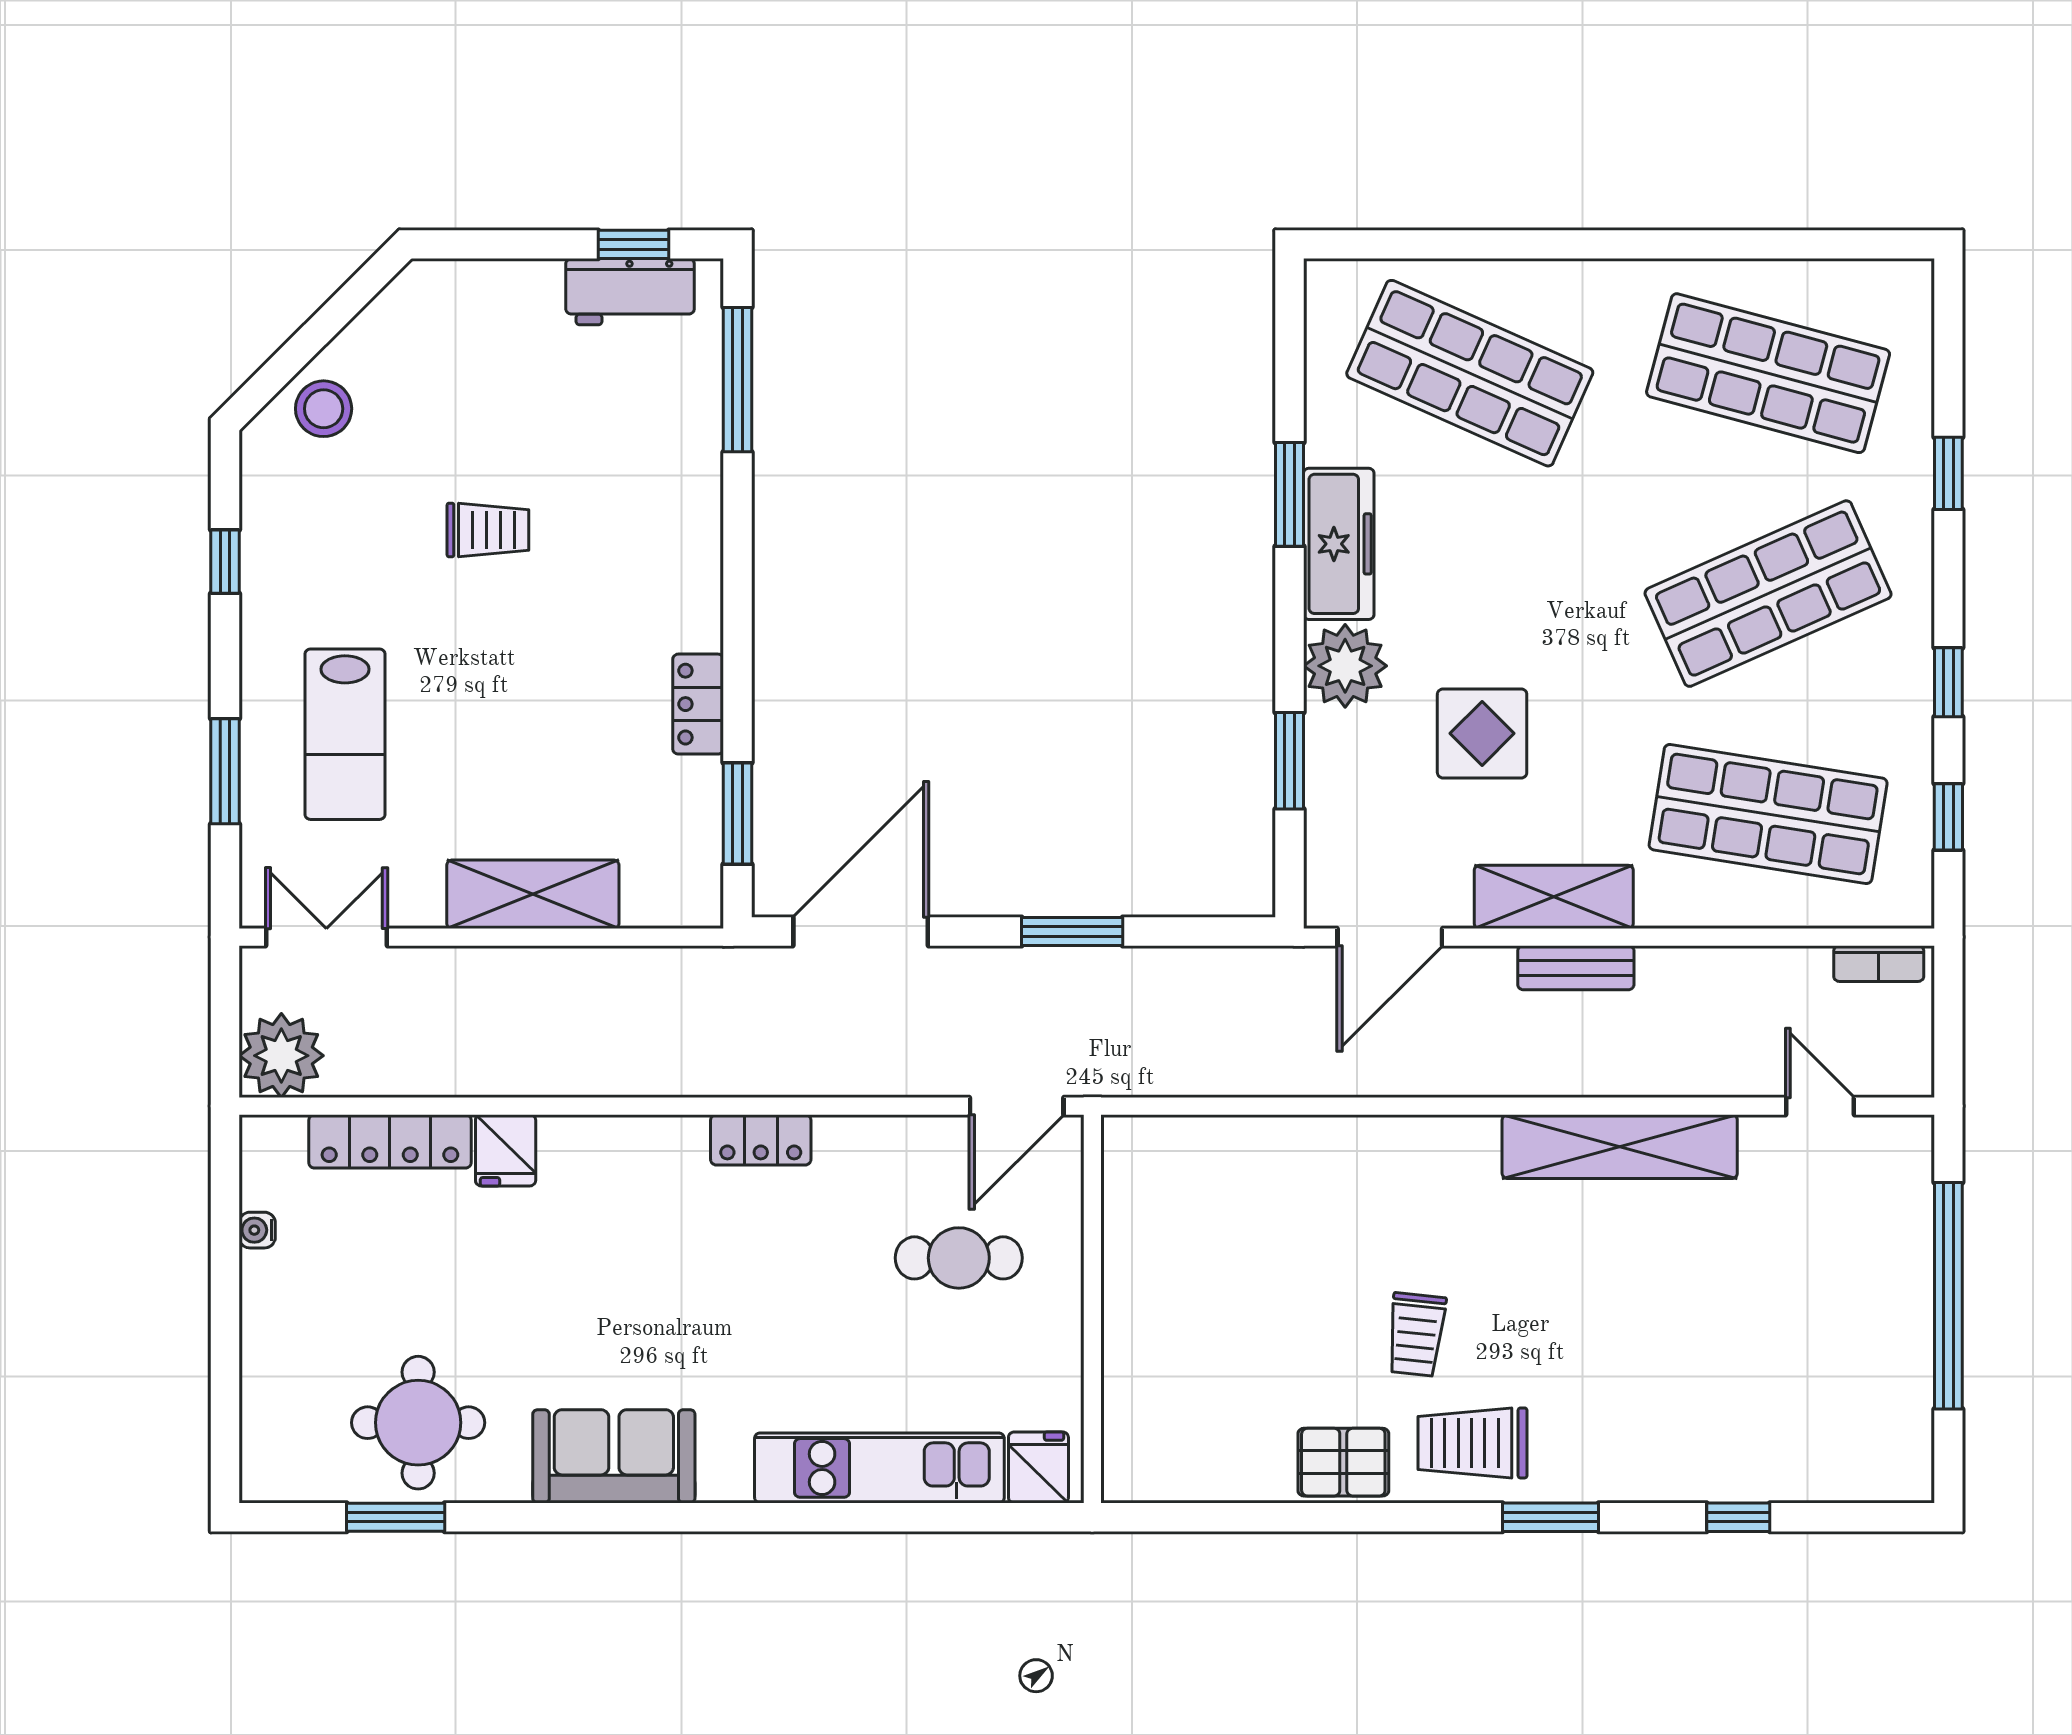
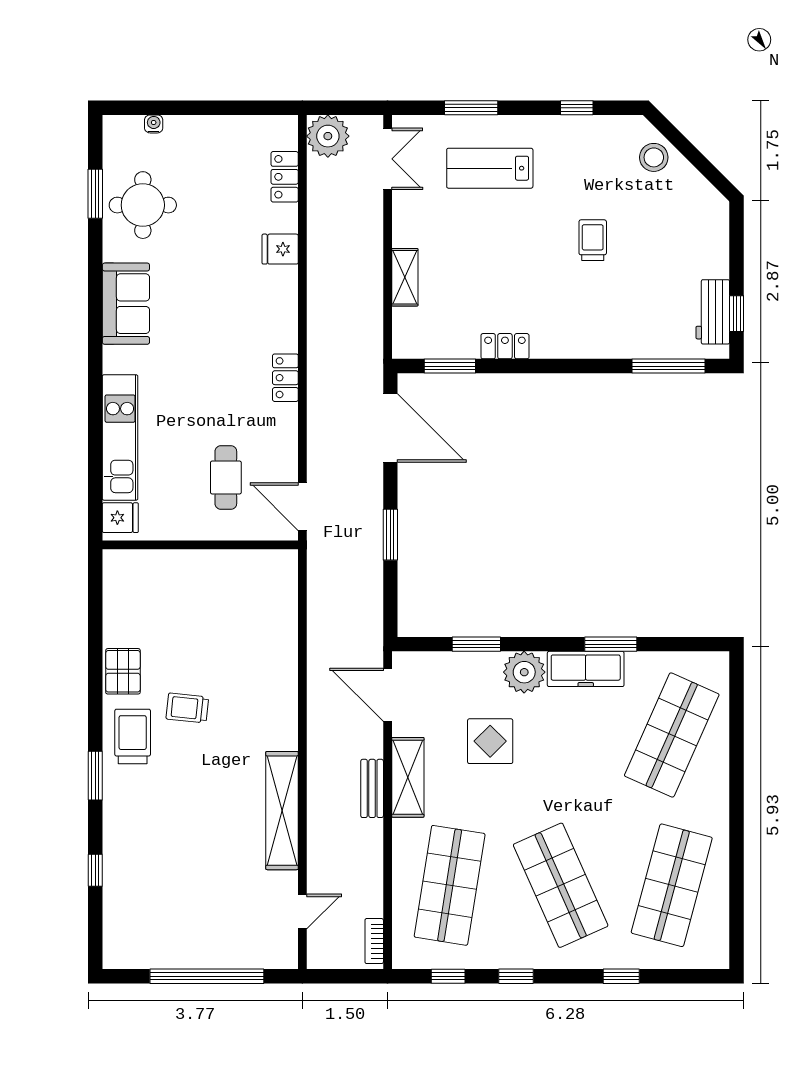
trolley: (488, 530) -> (593, 240), turned 180
shelving: (533, 894) -> (405, 277), width x0.67, depth x0.75
locker: (390, 1141) -> (285, 177), width x0.66
water cooler: (257, 1230) -> (154, 124), moved

